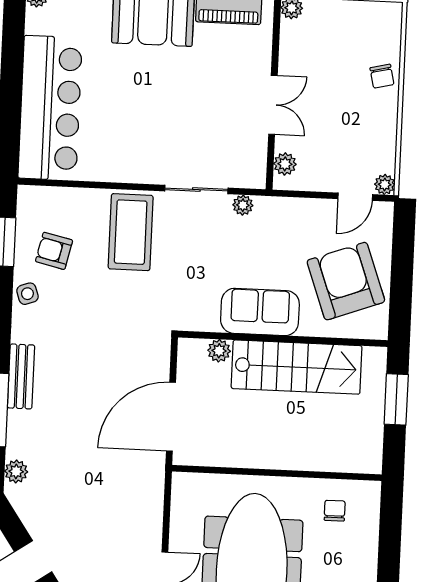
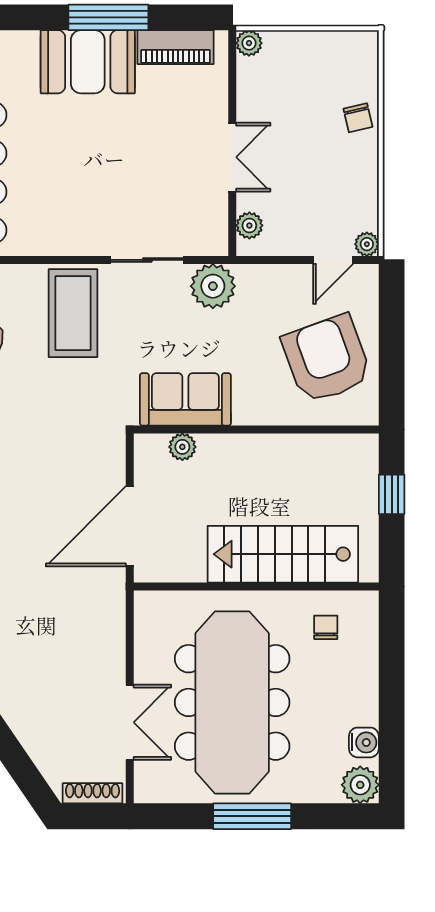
plant: (243, 205) -> (213, 286), width x1.88, depth x1.88
sofa: (260, 312) -> (185, 399), moved
stairs: (297, 367) -> (283, 554), moved, turned 180
window: (396, 399) -> (392, 494), width x0.67

